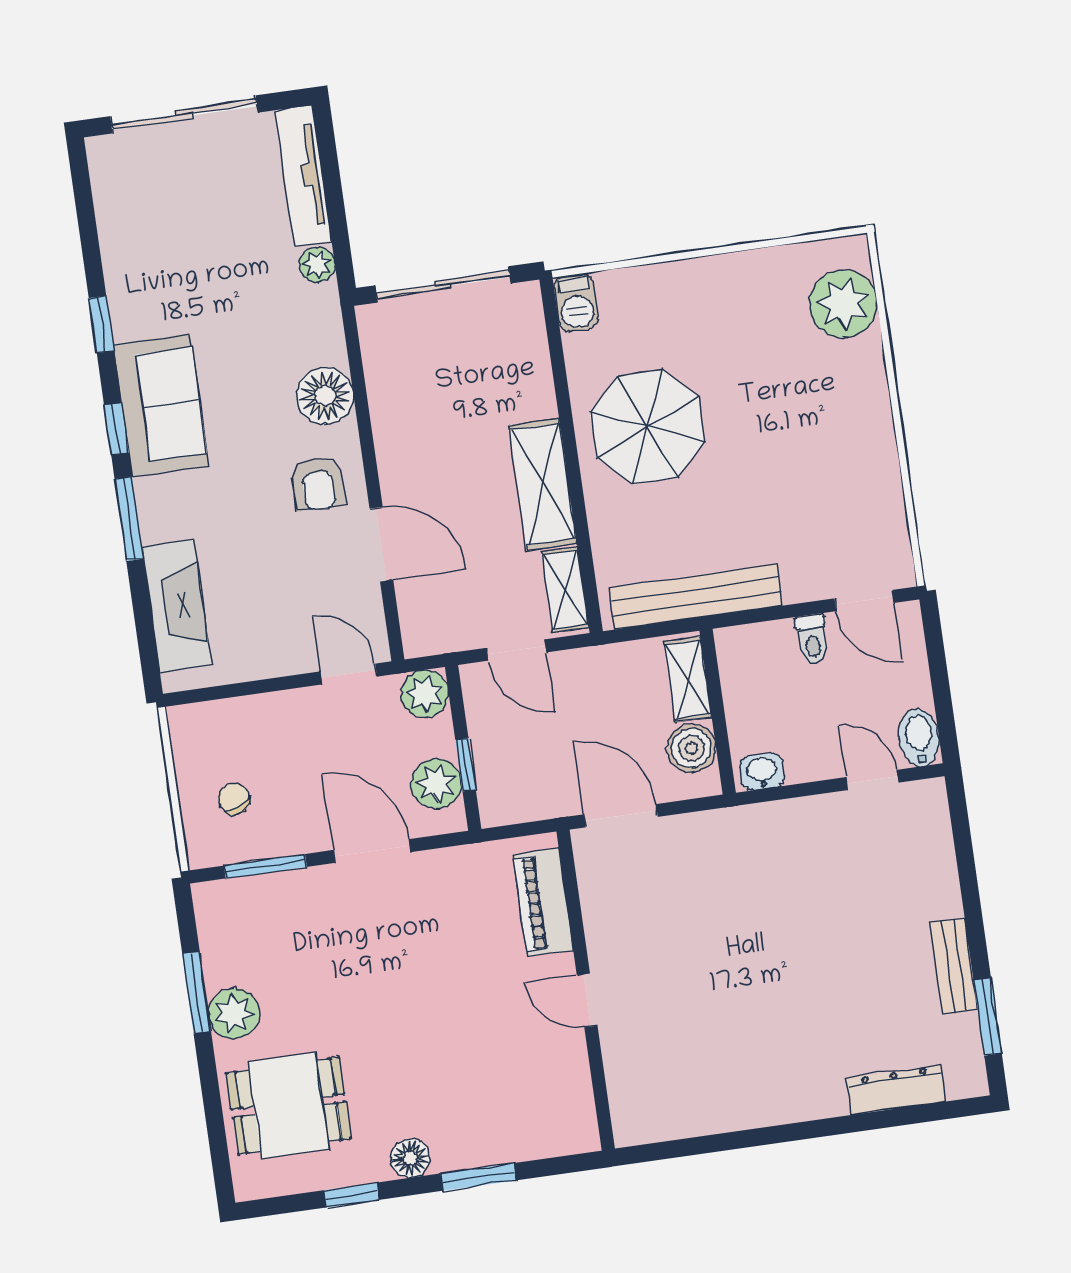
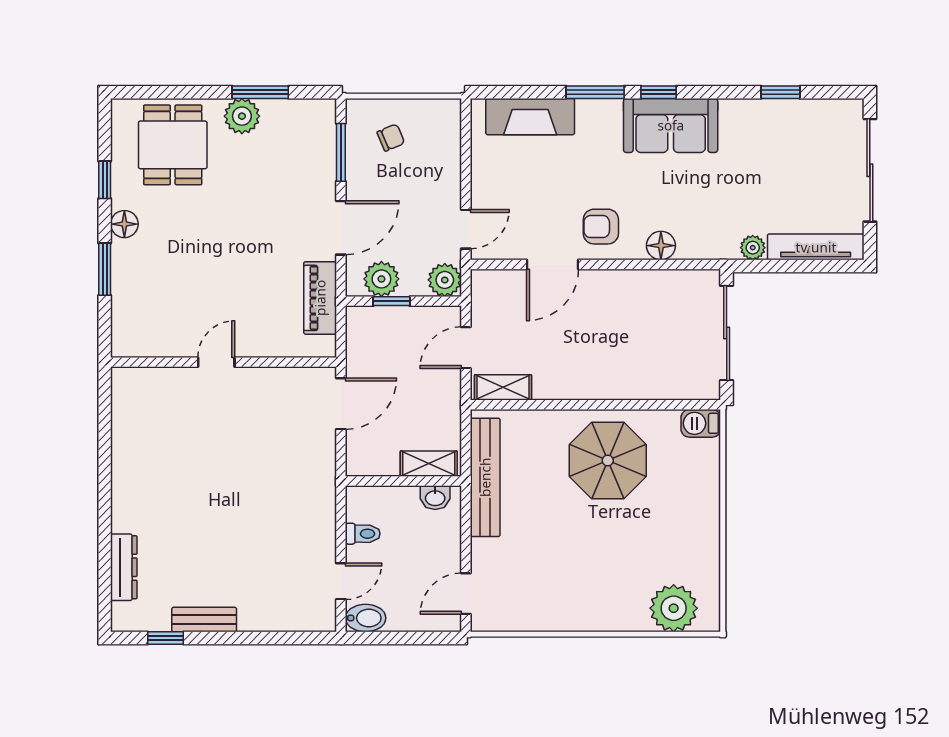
window: (101, 324) -> (780, 92), moved
floor lamp: (325, 396) -> (661, 246), width x0.73, depth x0.73
shelving: (543, 484) -> (578, 382), removed
toilet: (812, 639) -> (363, 534), moved, turned 180
boiler: (691, 748) -> (381, 459), removed
washbasin: (762, 772) -> (435, 498), moved, turned 90
piano: (543, 902) -> (320, 298), moved, turned -90
window: (988, 1017) -> (166, 638), width x0.67

